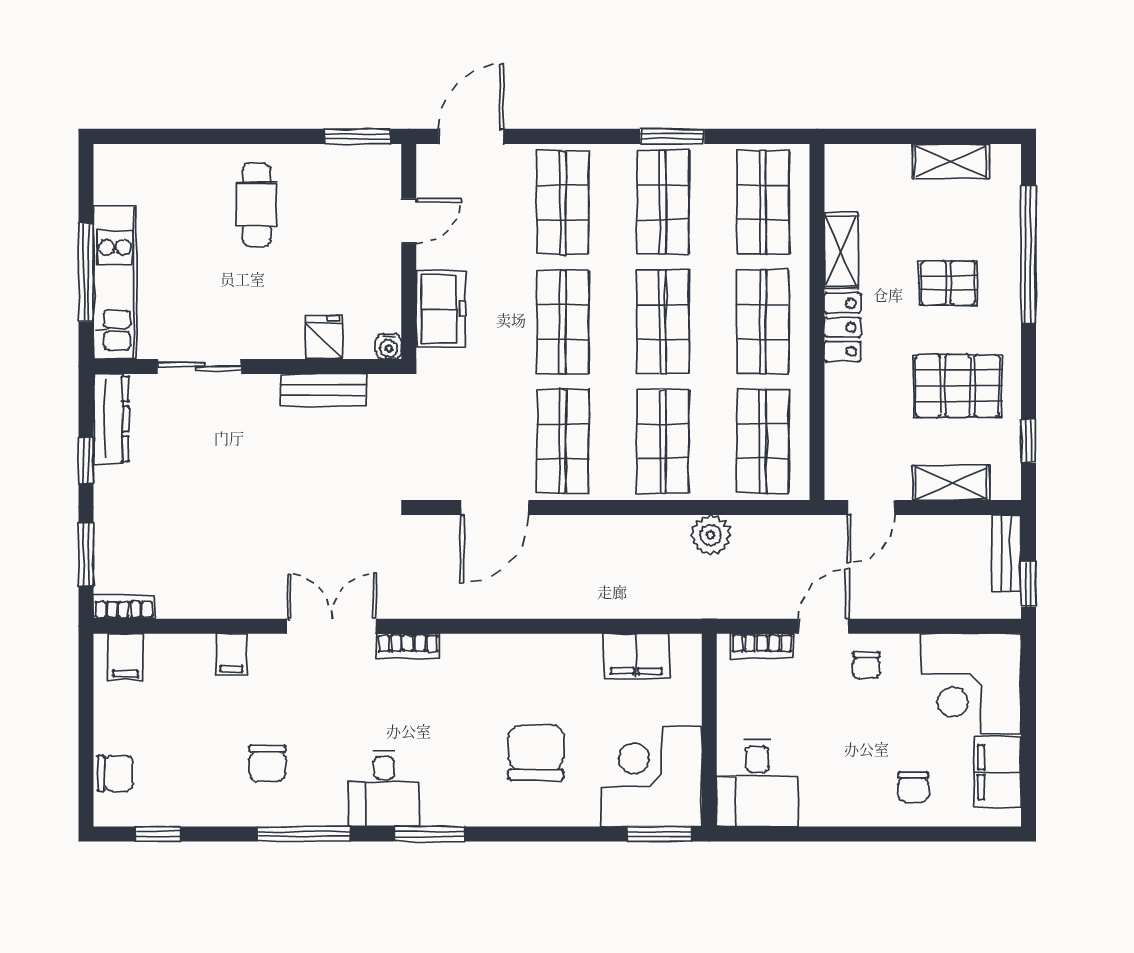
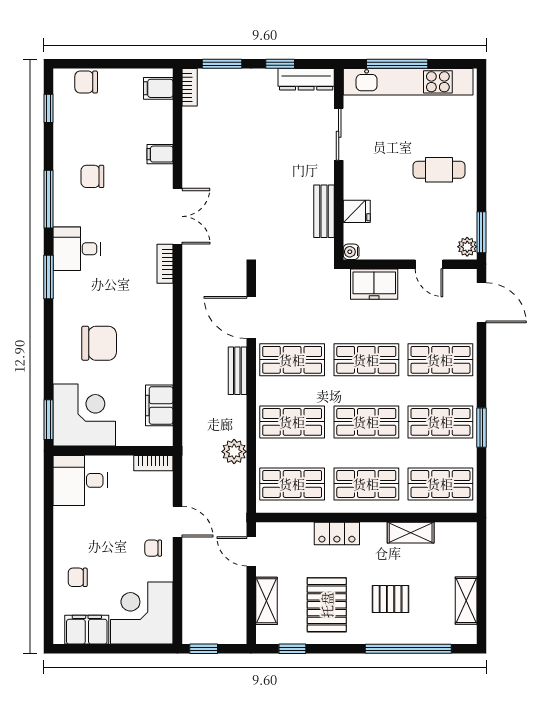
plant: (381, 159) -> (467, 247), added
kitchen unit: (115, 283) -> (408, 82), width x1.36
pallet: (948, 283) -> (391, 599), turned 90
locker: (843, 327) -> (337, 533), moved
bench: (1006, 553) -> (237, 371), moved, turned 90
bookcase: (762, 646) -> (153, 463), moved, turned -90
chair: (115, 773) -> (86, 82), turned 90

